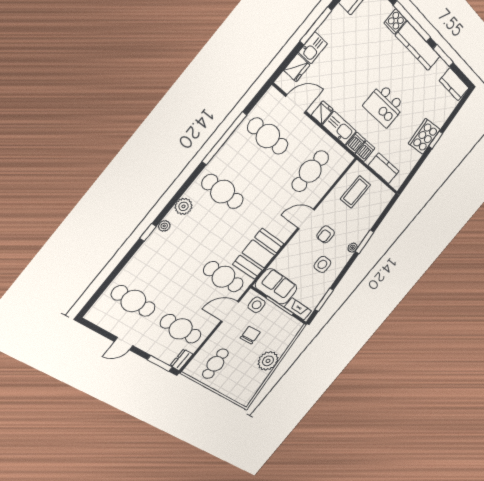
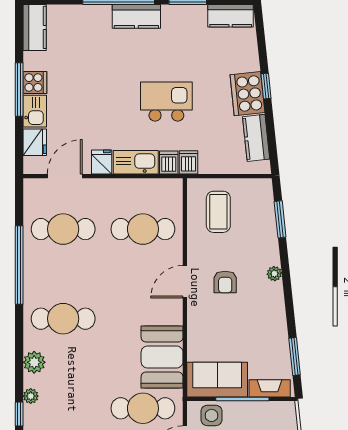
cooker: (395, 22) -> (35, 82), moved, turned -90
kitchen counter: (418, 46) -> (136, 16), width x0.67
kitchen island: (384, 106) -> (166, 102), turned 180
kitchen counter: (384, 168) -> (256, 138), moved, turned -96
cafe table: (310, 171) -> (143, 229), turned 90
window: (365, 242) -> (280, 219), moved
side table: (322, 264) -> (253, 318), removed

